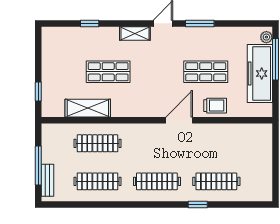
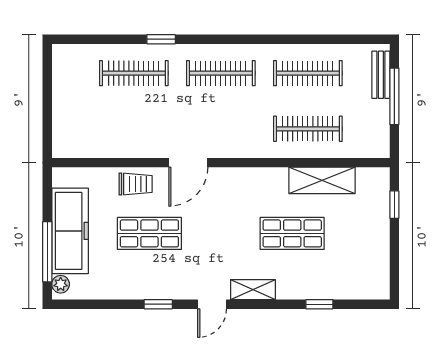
window: (200, 23) -> (158, 304), width x0.67
trolley: (215, 106) -> (136, 184), turned 180

